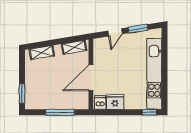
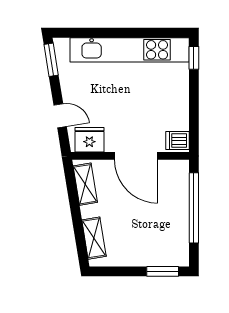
window: (138, 29) -> (51, 60), moved
fridge: (115, 102) -> (89, 140), moved, turned 90
window: (60, 112) -> (194, 208), width x1.46

